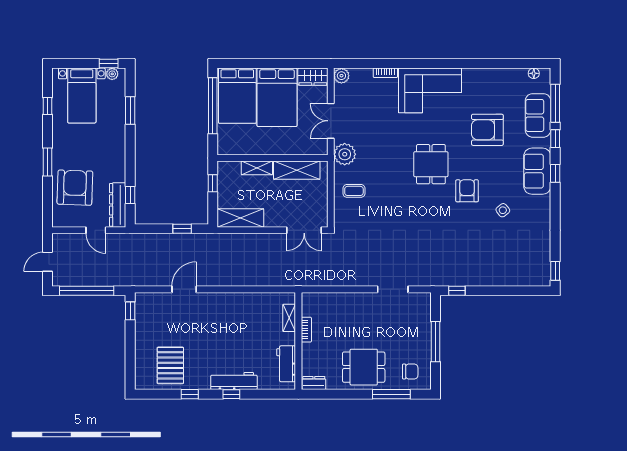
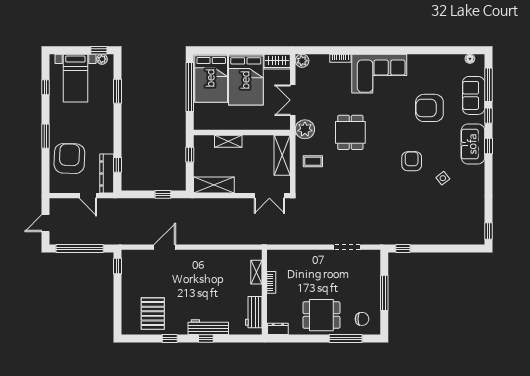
dining table: (431, 164) -> (350, 132), moved
shelving: (297, 170) -> (282, 155), moved, turned 90

